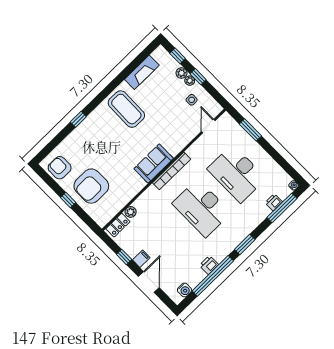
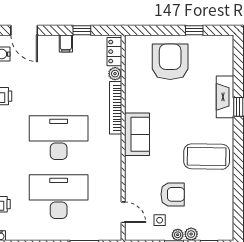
fireplace: (142, 72) -> (225, 97), moved
armchair: (60, 168) -> (173, 194), moved
bookcase: (172, 171) -> (116, 108), moved
window: (68, 200) -> (194, 30), moved
door: (149, 282) -> (24, 30), moved

